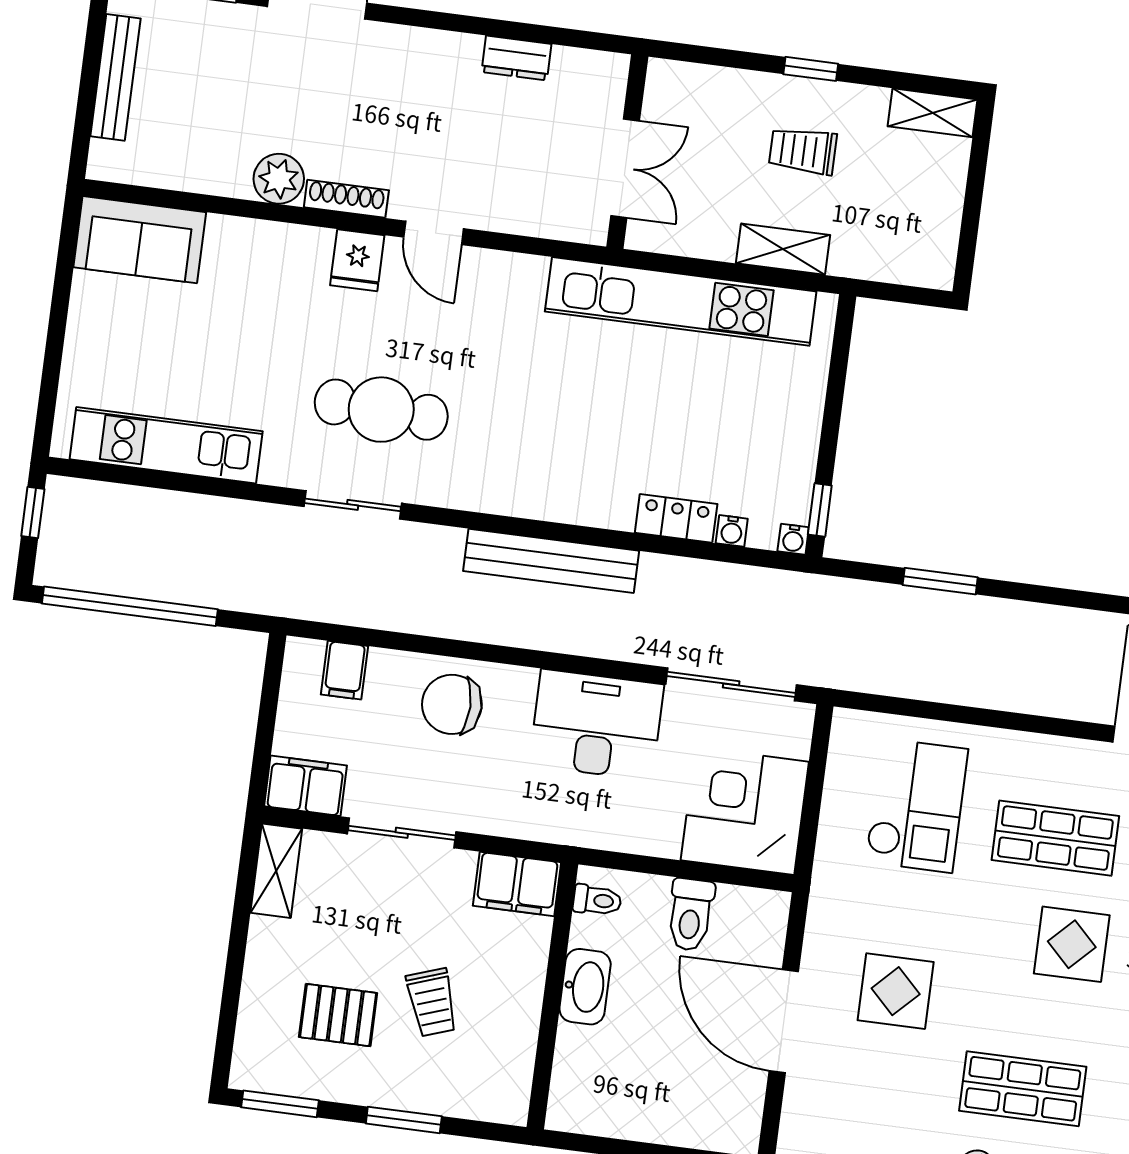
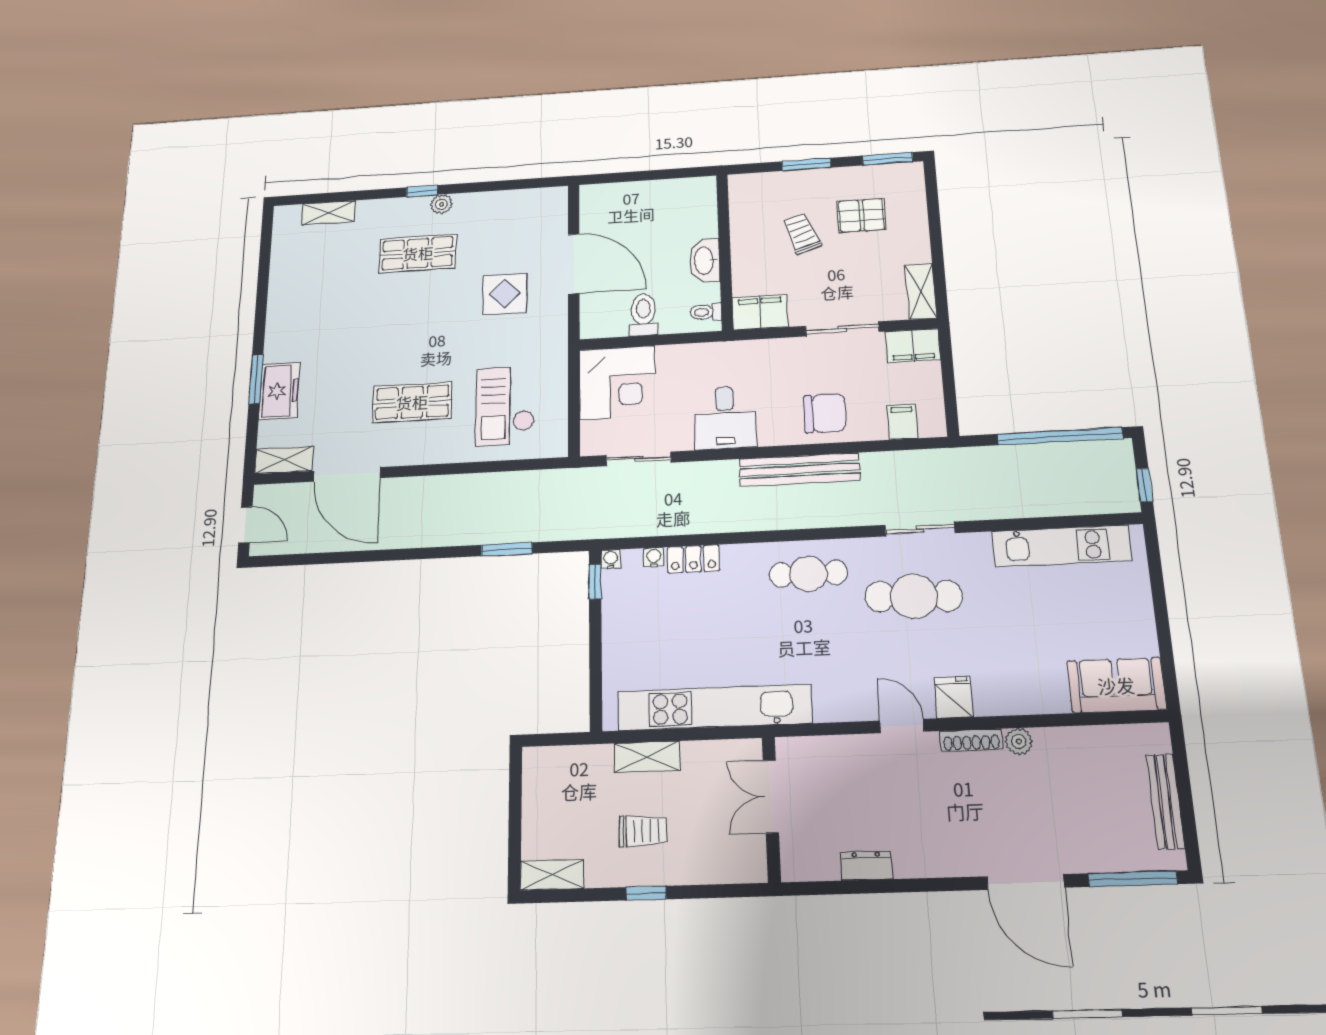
plant: (279, 179) -> (1019, 741), width x0.73, depth x0.73
cafe table: (519, 468) -> (808, 574), added
bench: (551, 561) -> (800, 470), moved
sliding door: (731, 684) -> (639, 459), width x0.73
desk: (596, 725) -> (725, 418), width x0.73
display table: (1072, 944) -> (395, 341), removed

